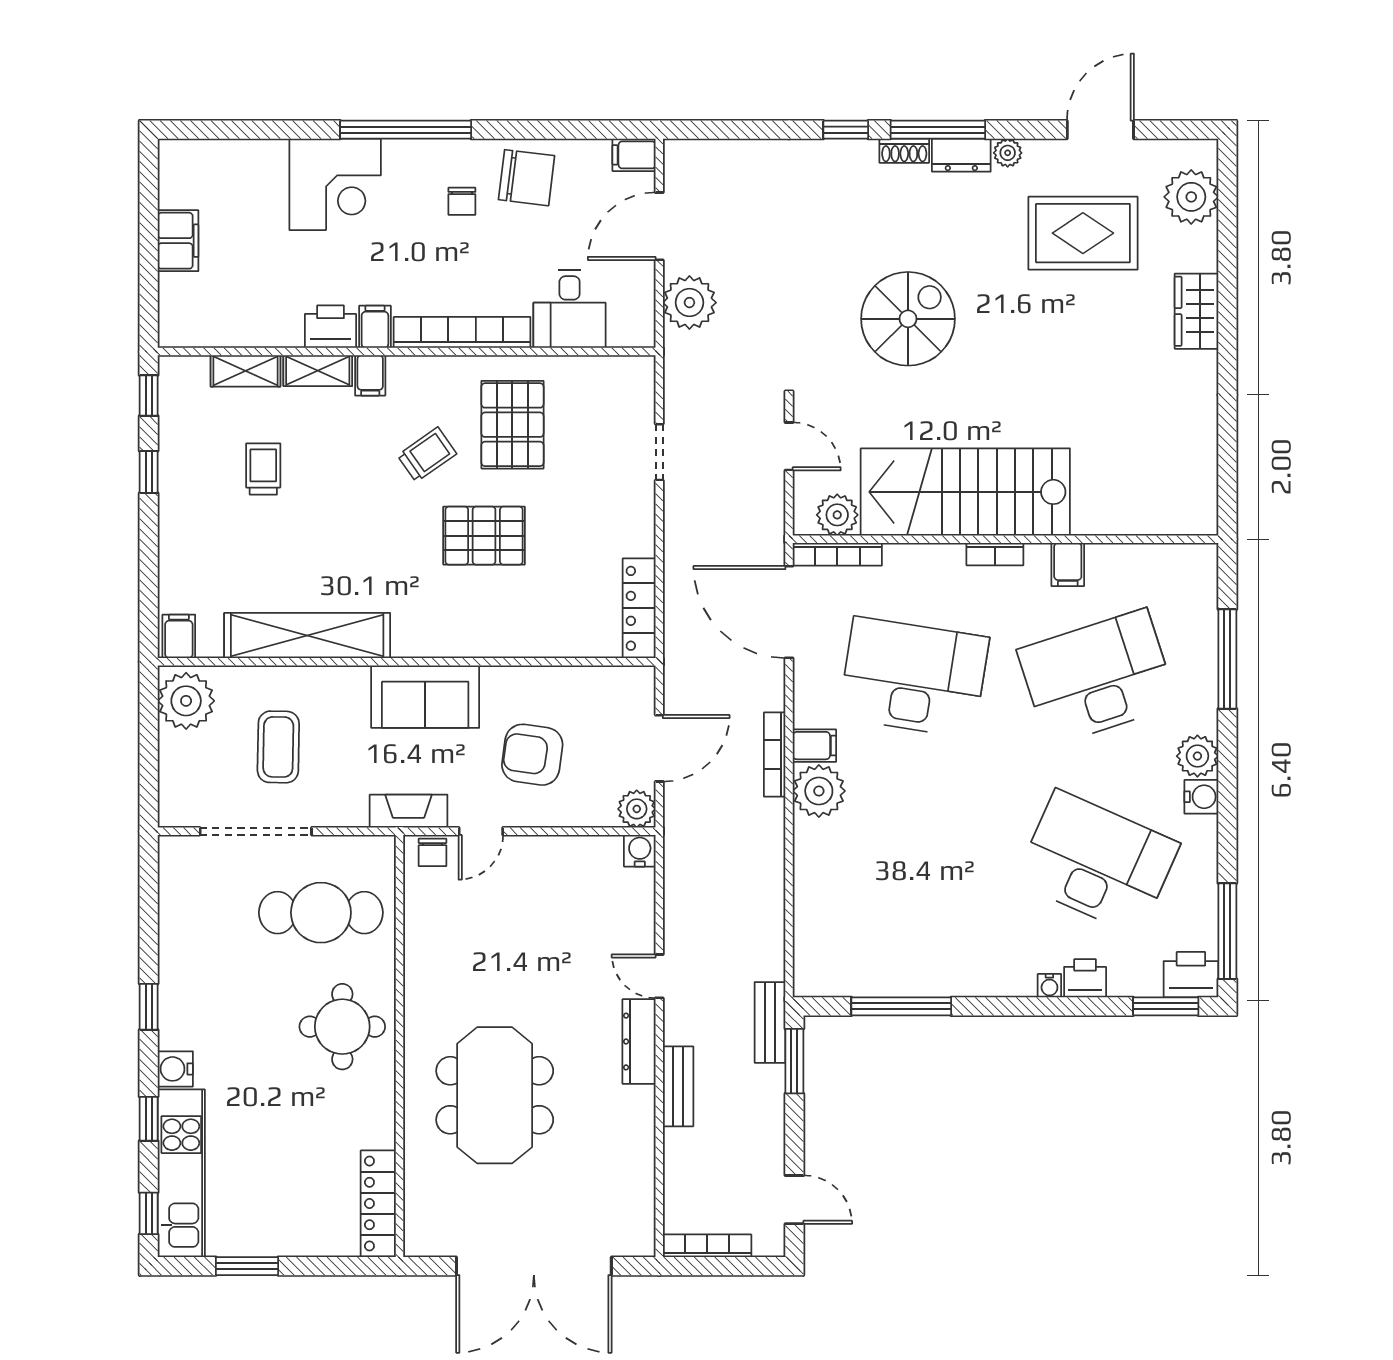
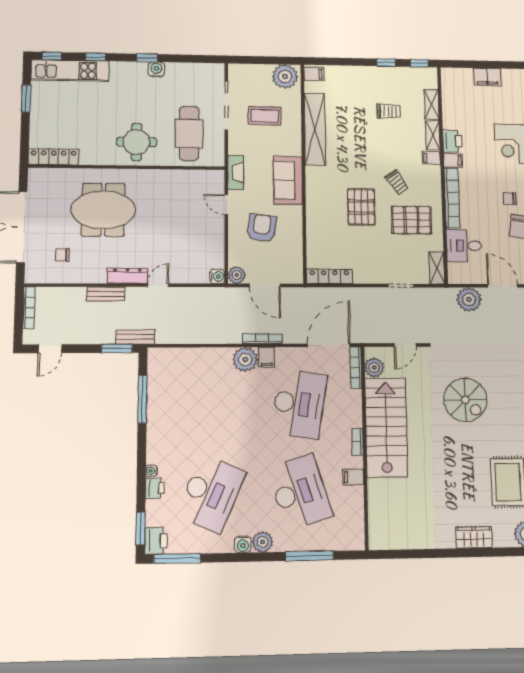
shelving: (620, 371) -> (437, 268), added
chair: (433, 852) -> (62, 255), moved
water cooler: (175, 1069) -> (156, 69), moved

